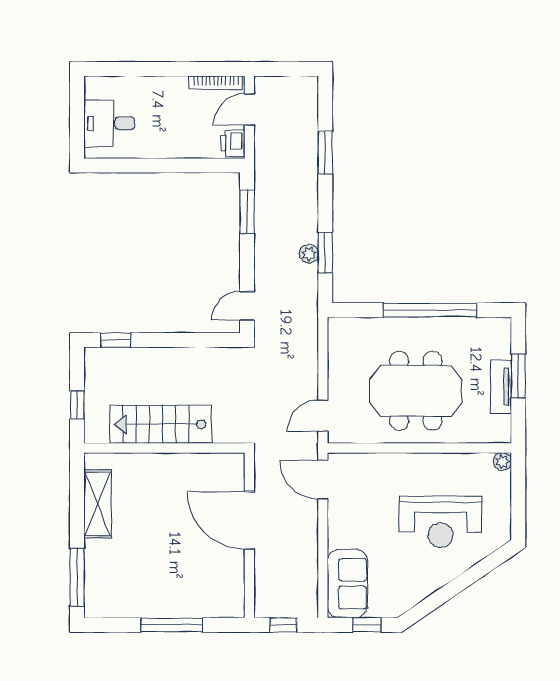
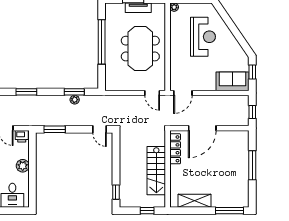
plant: (171, 145) -> (23, 166), added
locker: (206, 464) -> (175, 149), added

